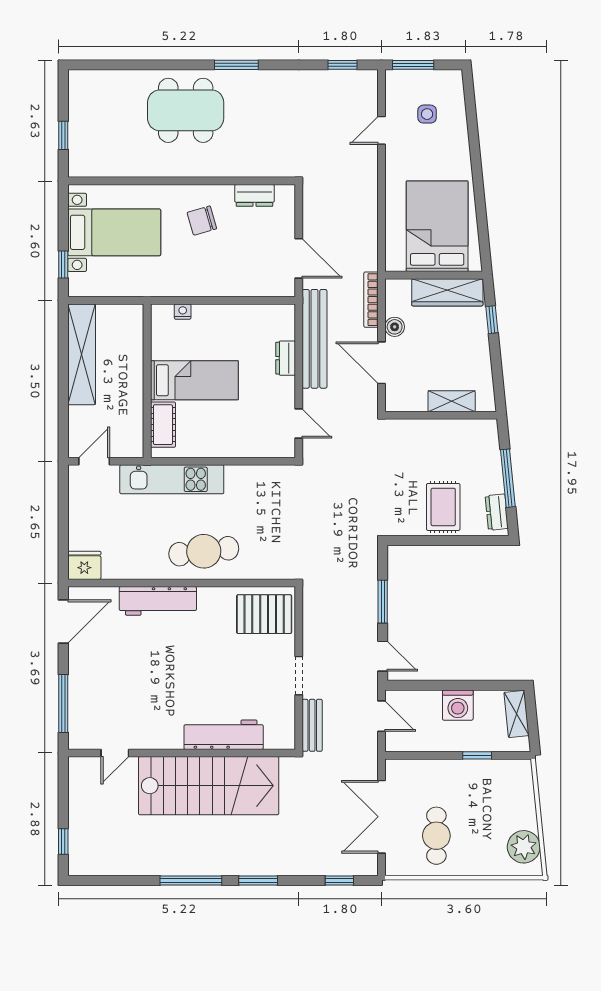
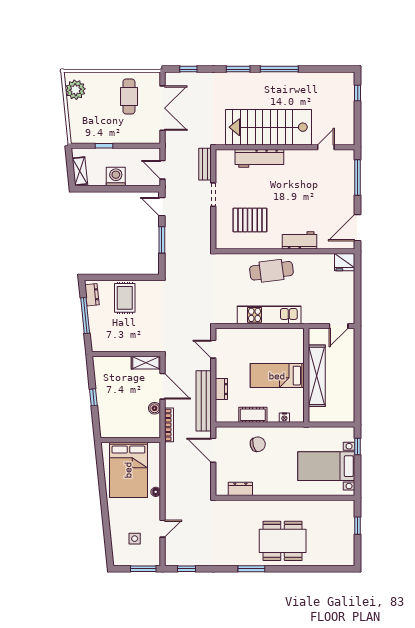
floor lamp: (393, 190) -> (156, 492), added
chair: (202, 221) -> (258, 444), moved
wardrobe: (447, 292) -> (122, 429), removed
window: (492, 320) -> (93, 397), moved
shelving: (82, 354) -> (317, 376), moved
shelving: (452, 401) -> (146, 363), moved
cot: (163, 425) -> (253, 415), moved, turned 90
kitchen unit: (172, 479) -> (269, 315), moved
workbench: (158, 601) -> (300, 240), width x0.73
pallet: (264, 614) -> (250, 220), moved

